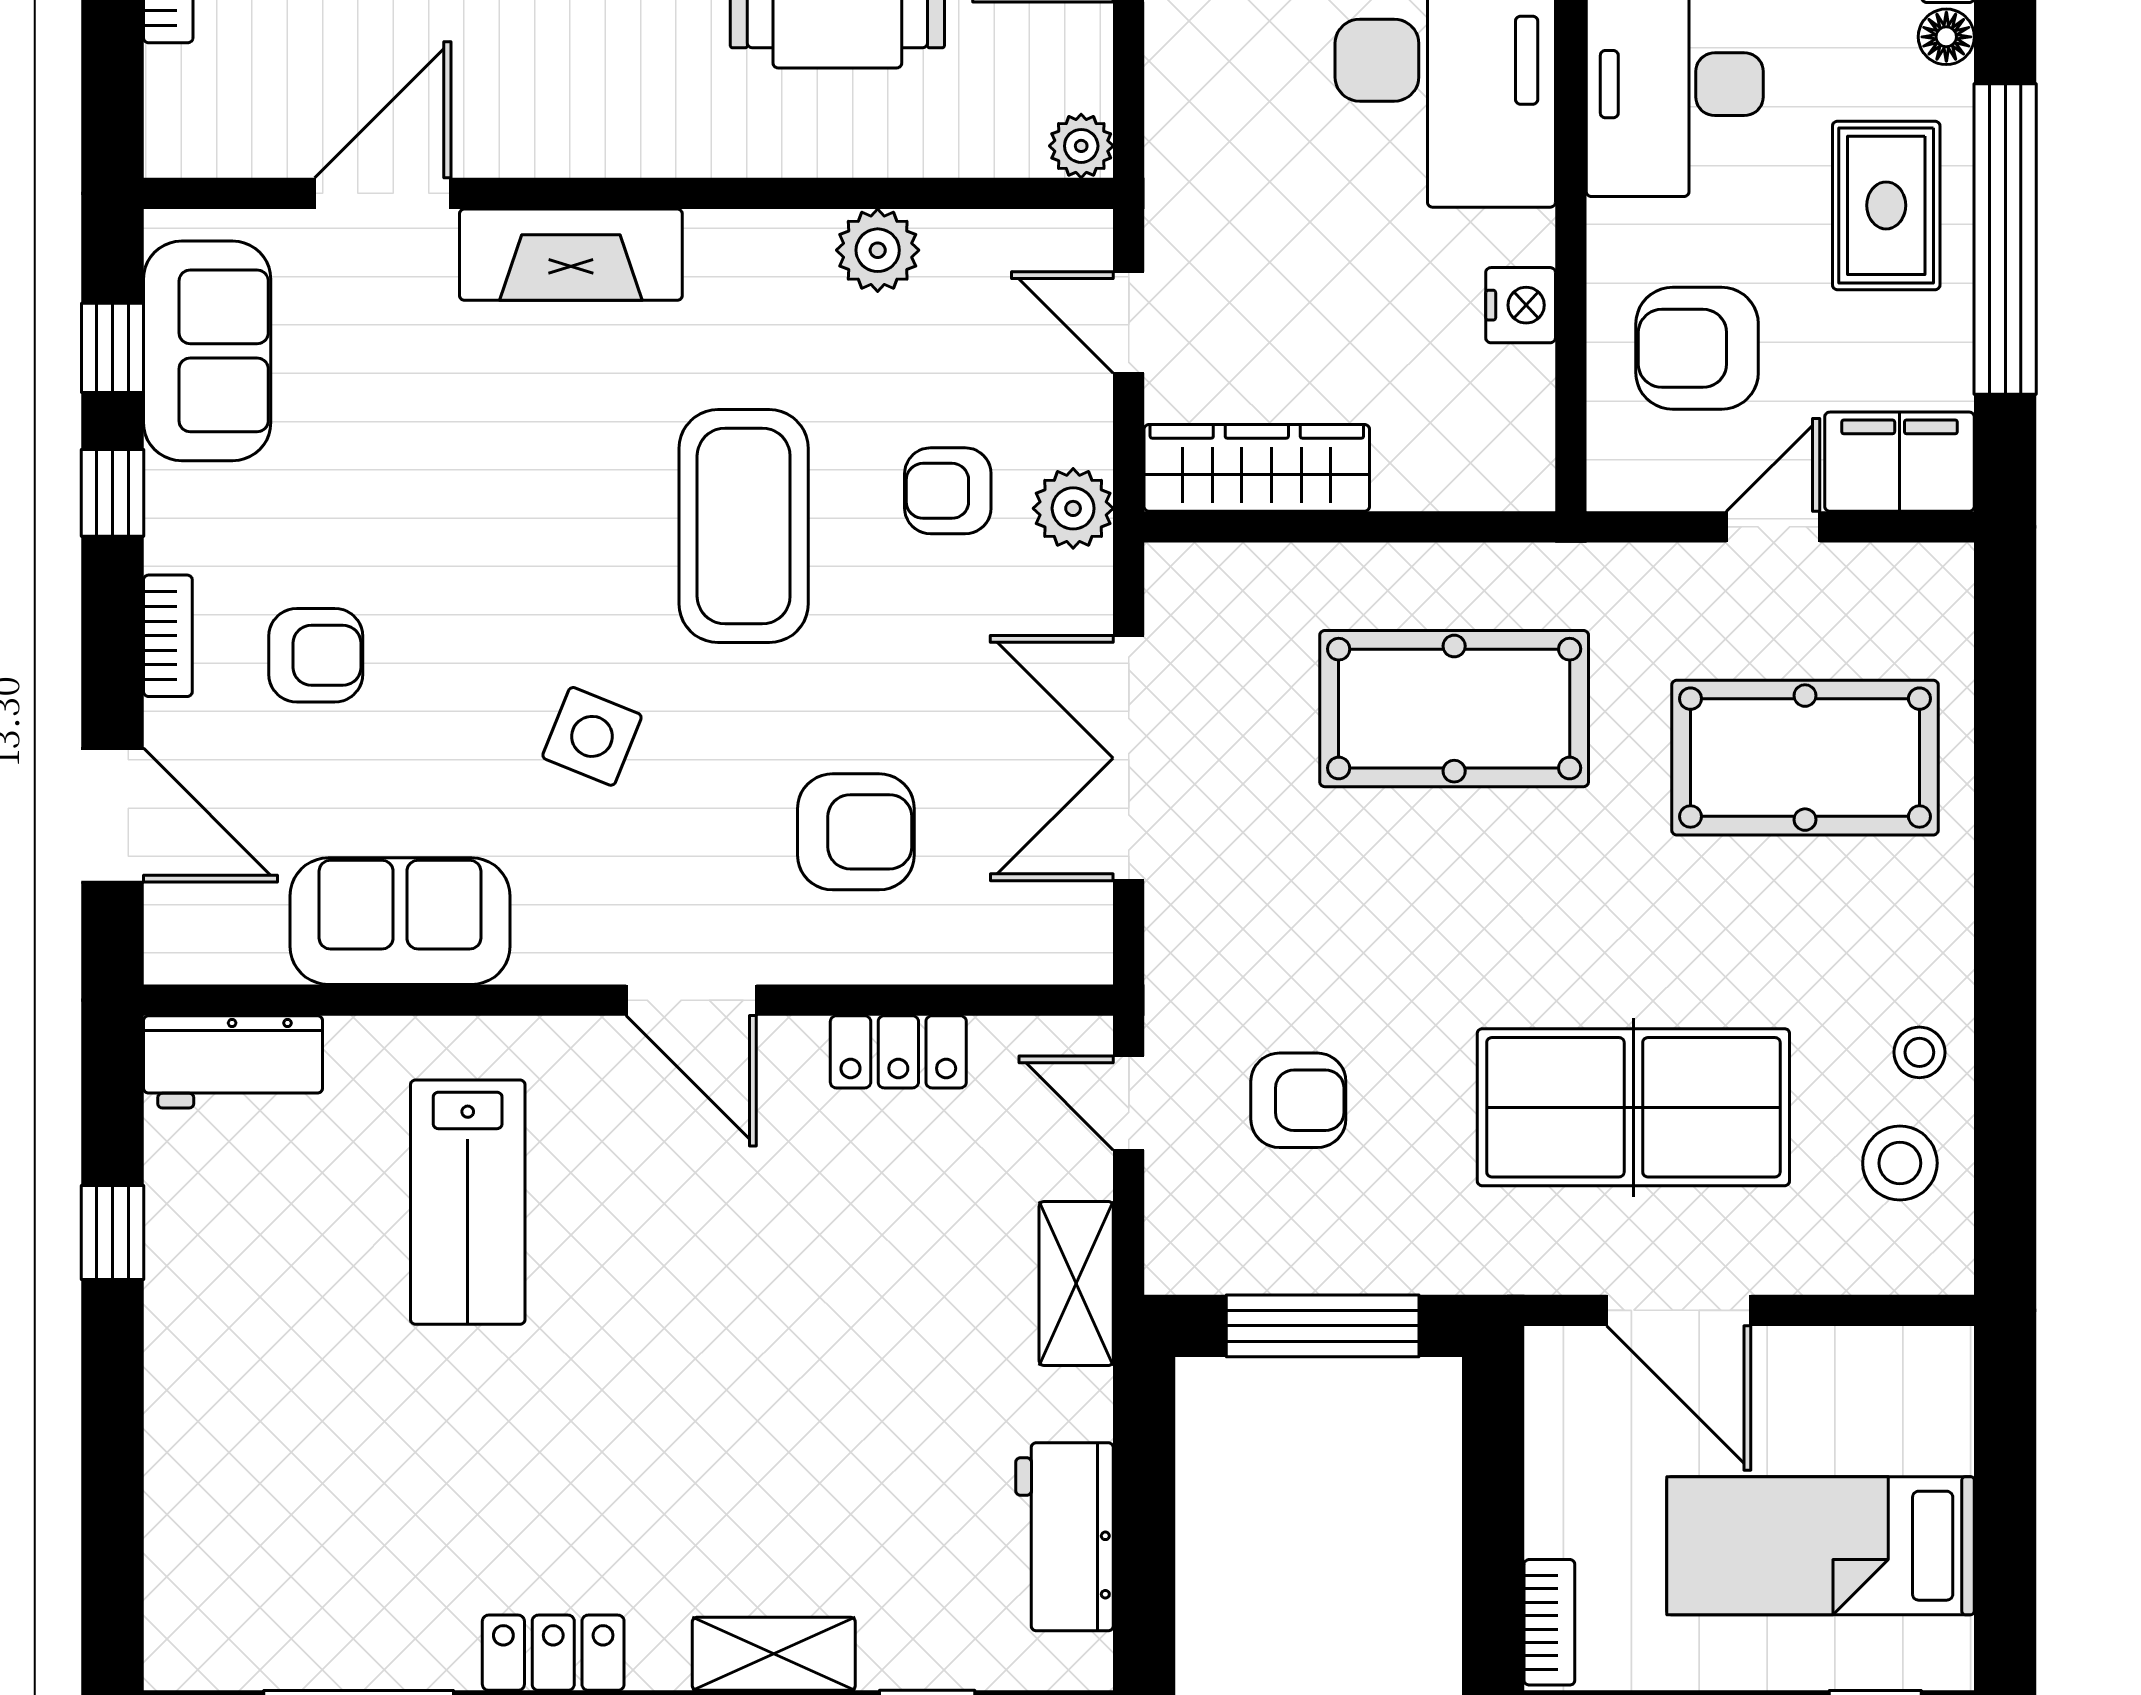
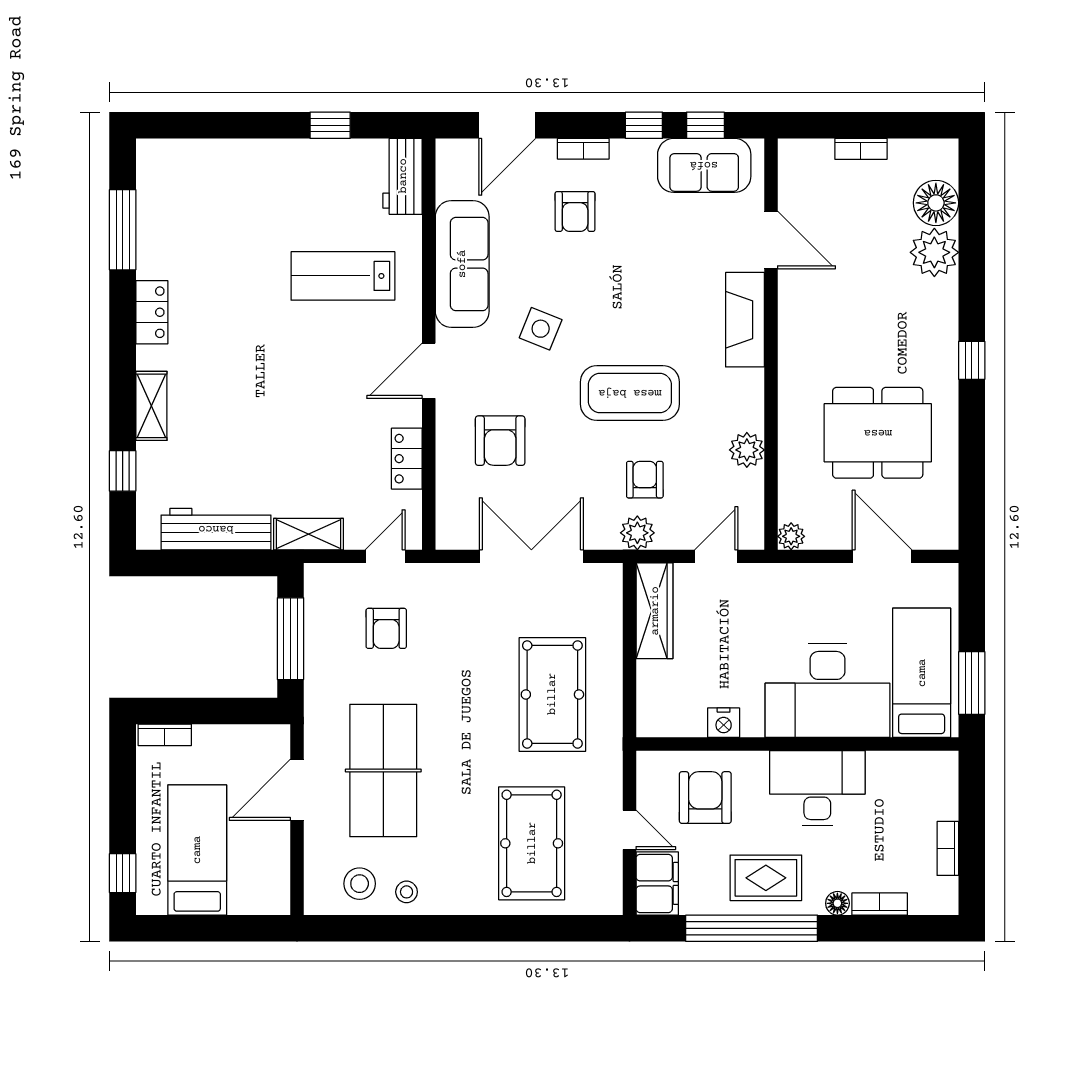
sofa: (400, 921) -> (462, 264), width x1.36
workbench: (1064, 1537) -> (216, 529), width x1.37

